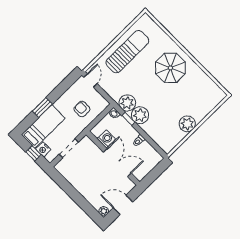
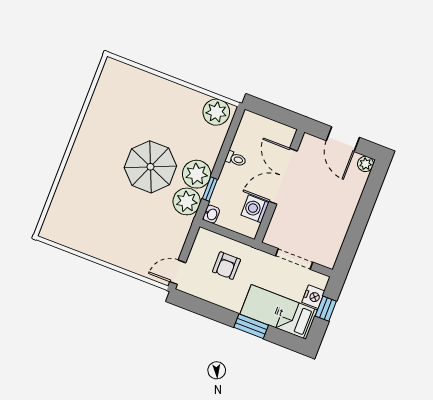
sun lounger: (127, 52) -> (110, 236), removed
parasol: (170, 68) -> (150, 167), moved
plant: (187, 124) -> (216, 112), moved

